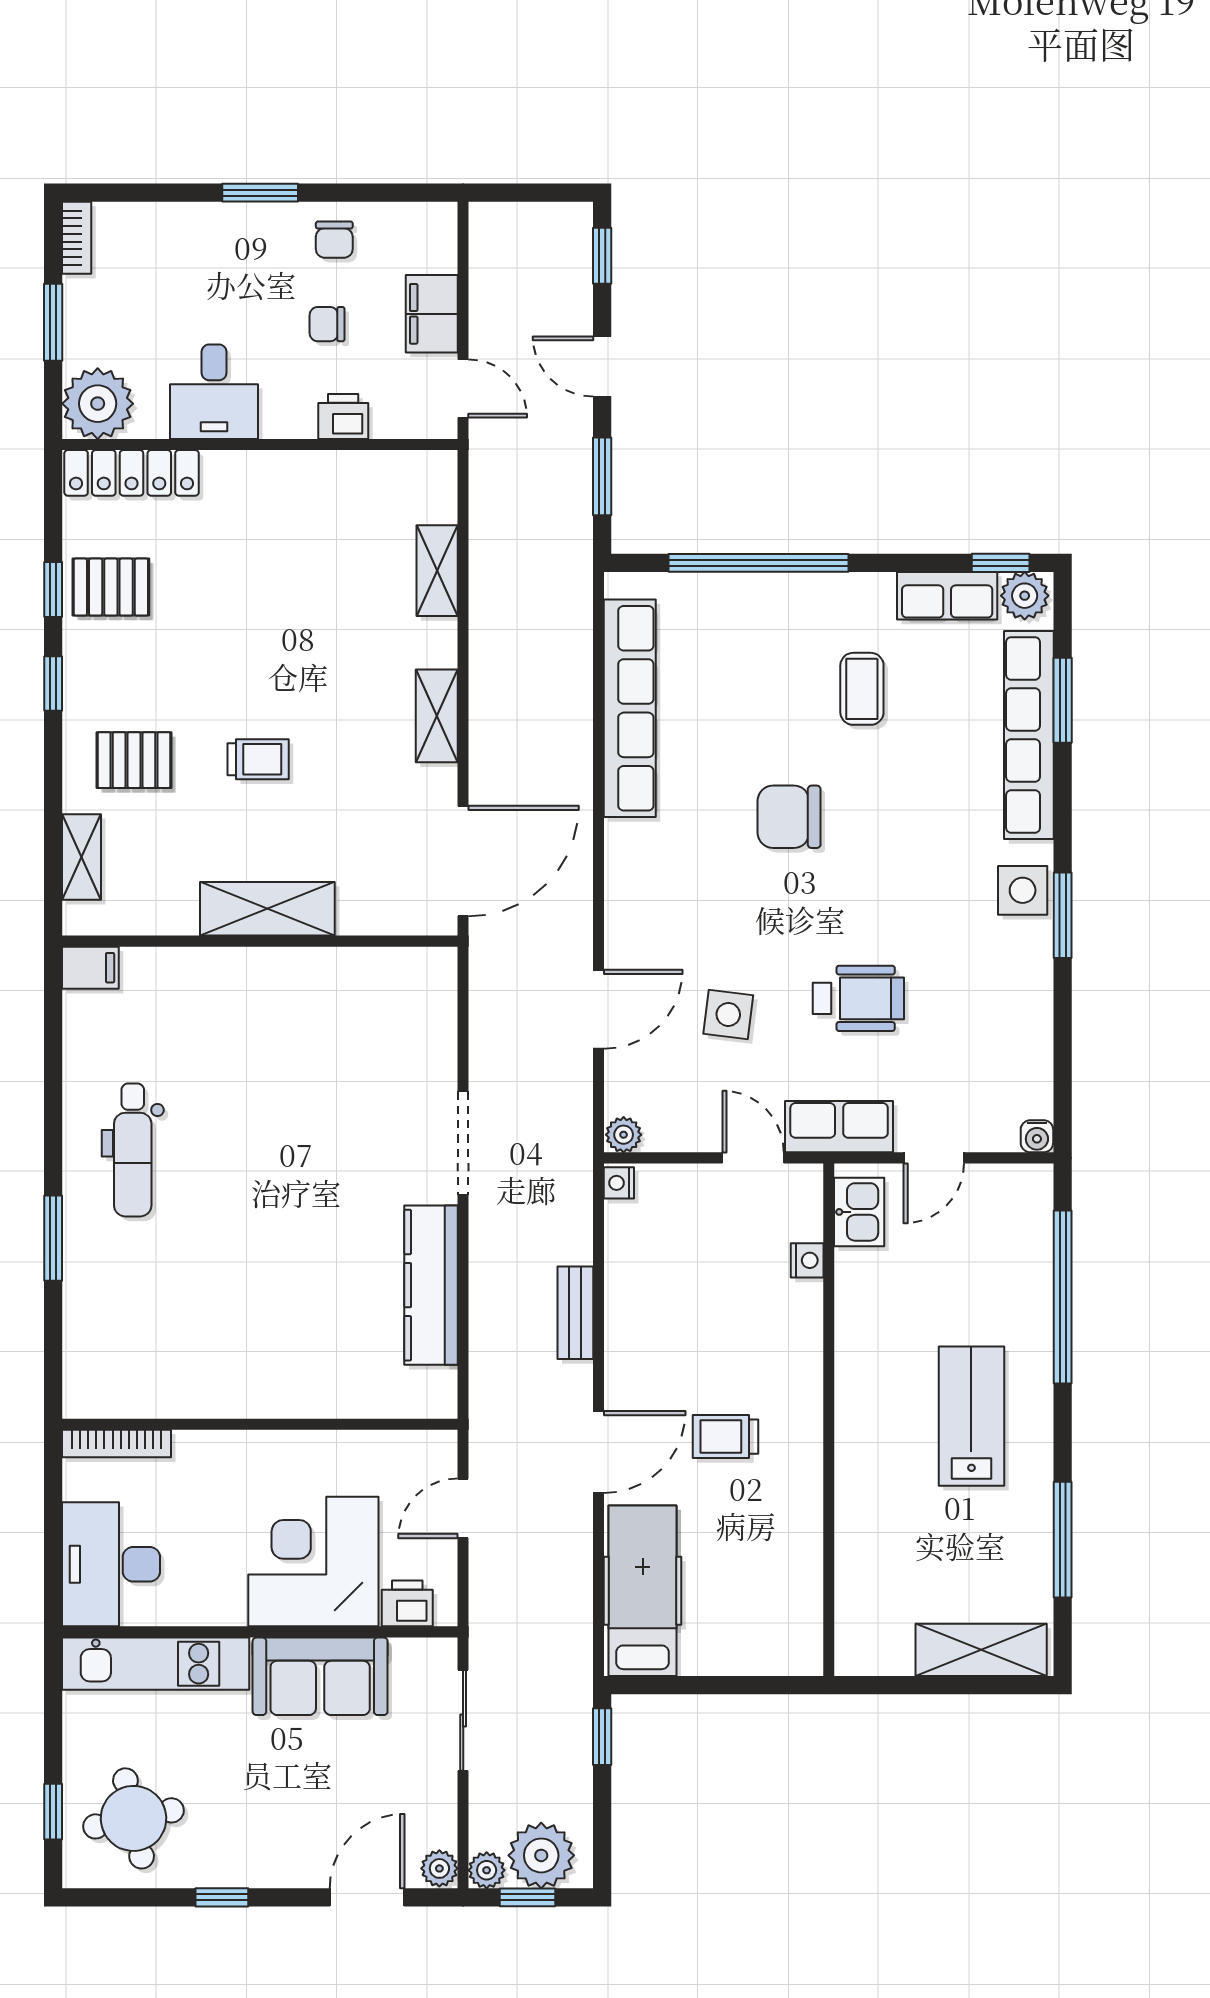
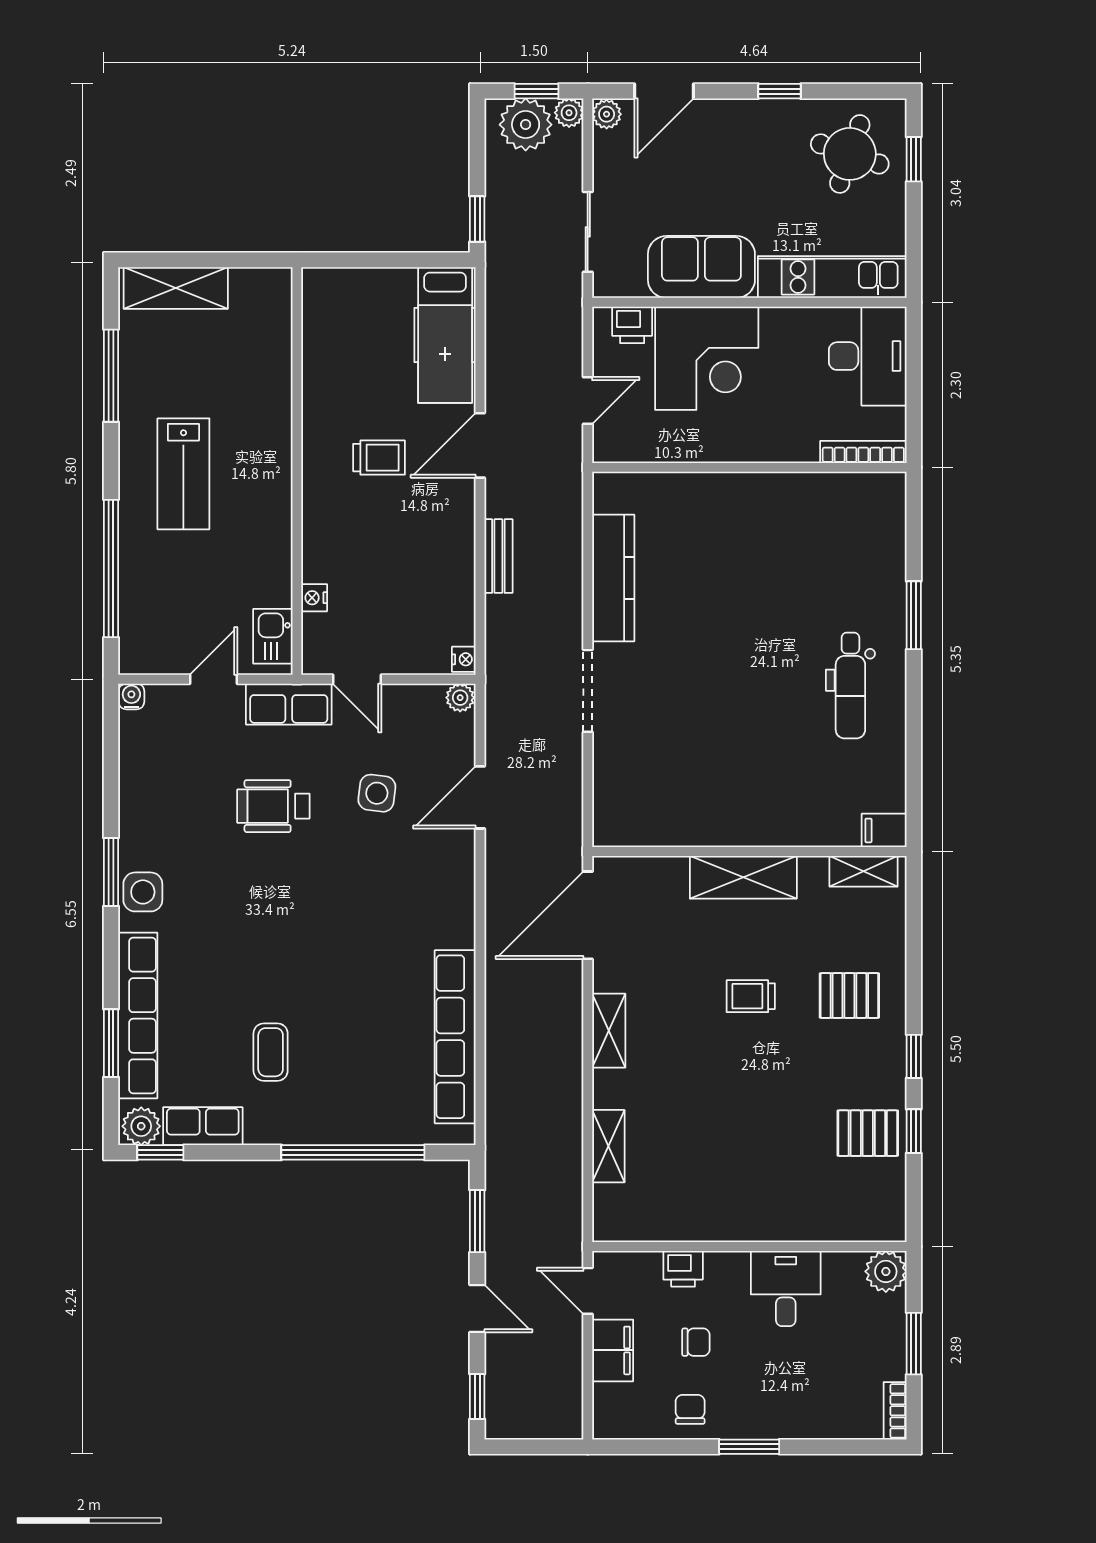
plant: (98, 404) -> (886, 1271), width x0.73, depth x0.73
locker: (132, 473) -> (851, 1224), removed
chair: (789, 817) -> (328, 950), removed
shelving: (81, 857) -> (864, 871), moved, turned 90
dental chair: (133, 1150) -> (850, 686), turned 180
round table: (134, 1818) -> (850, 154), turned 31

